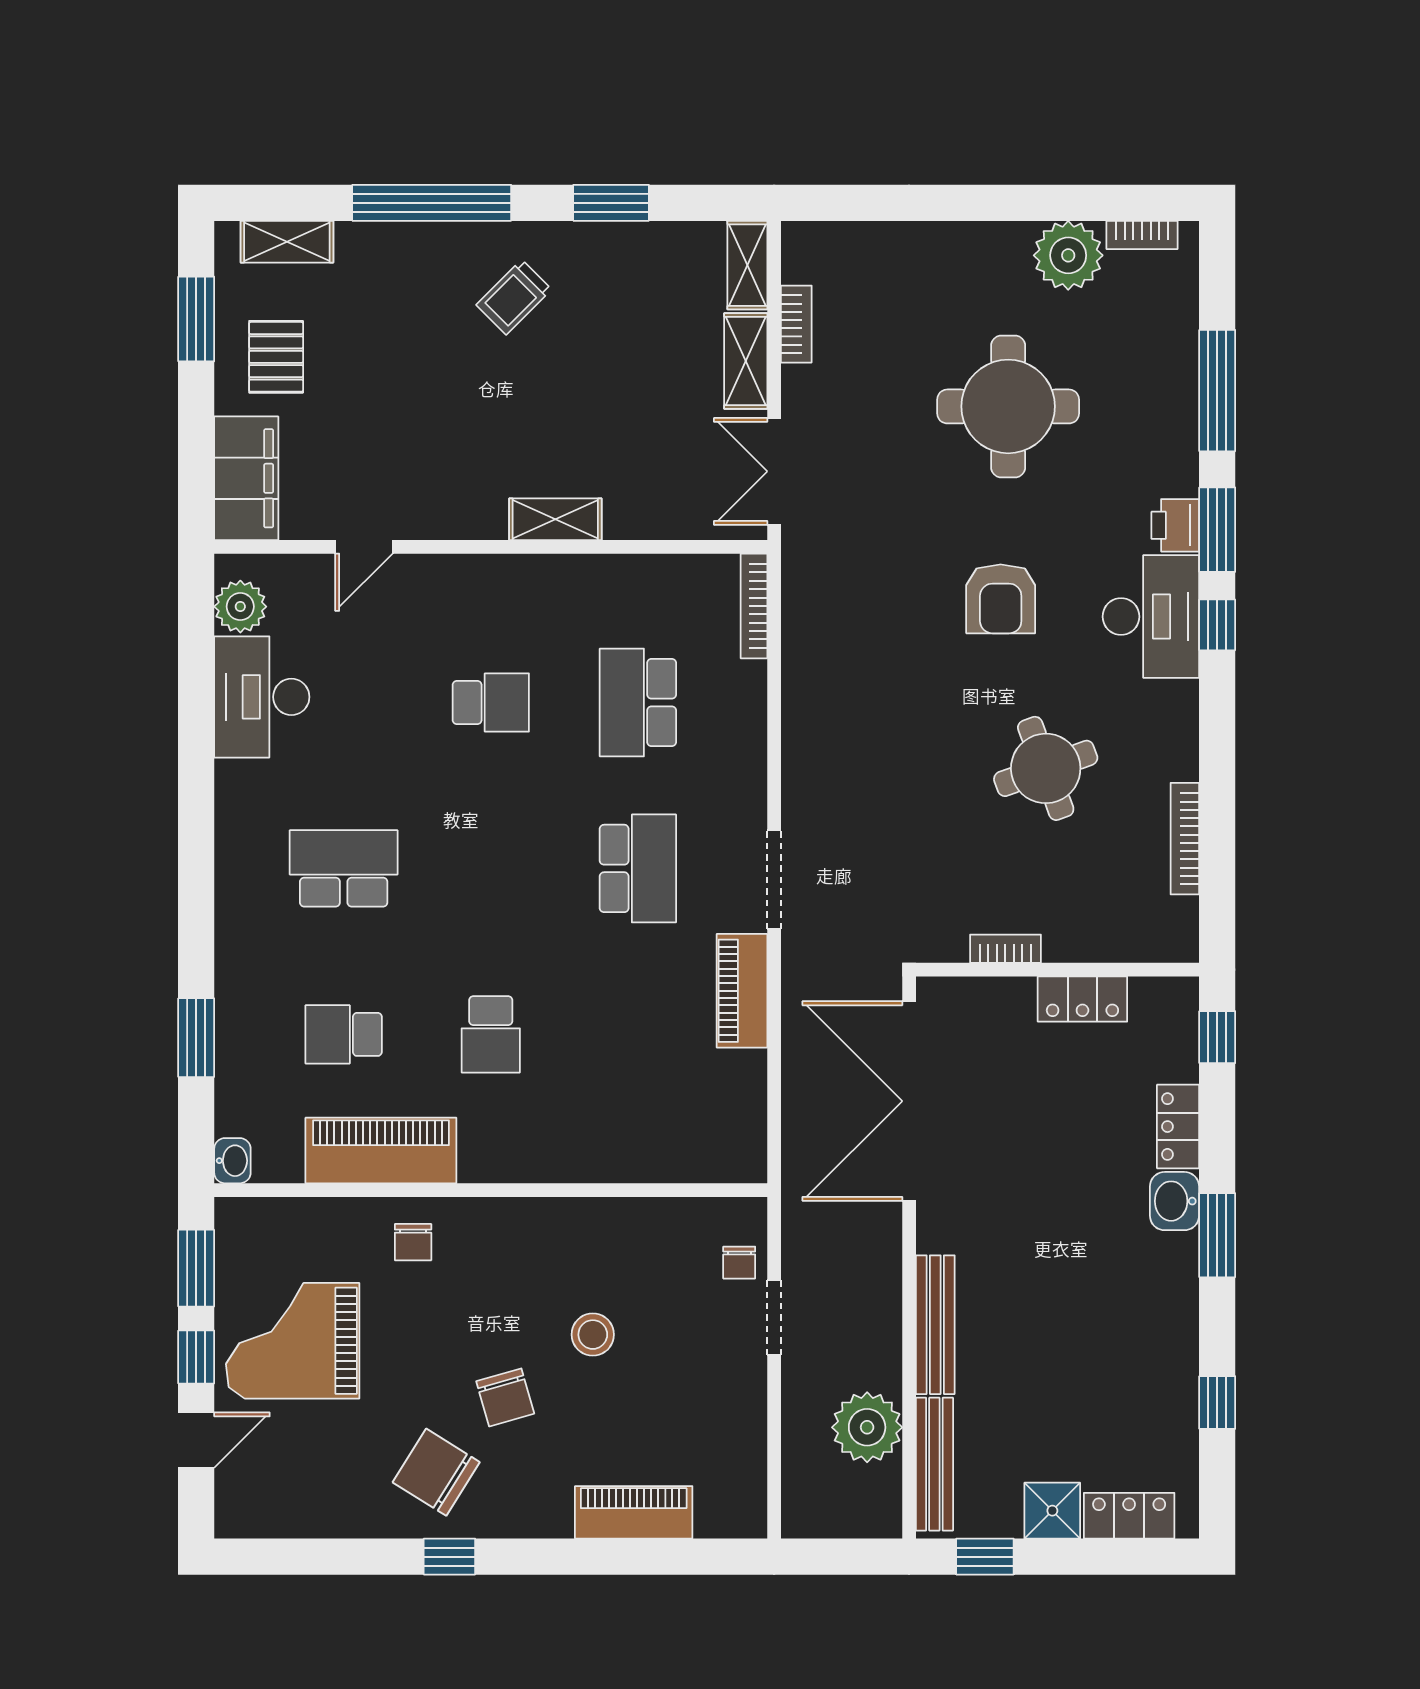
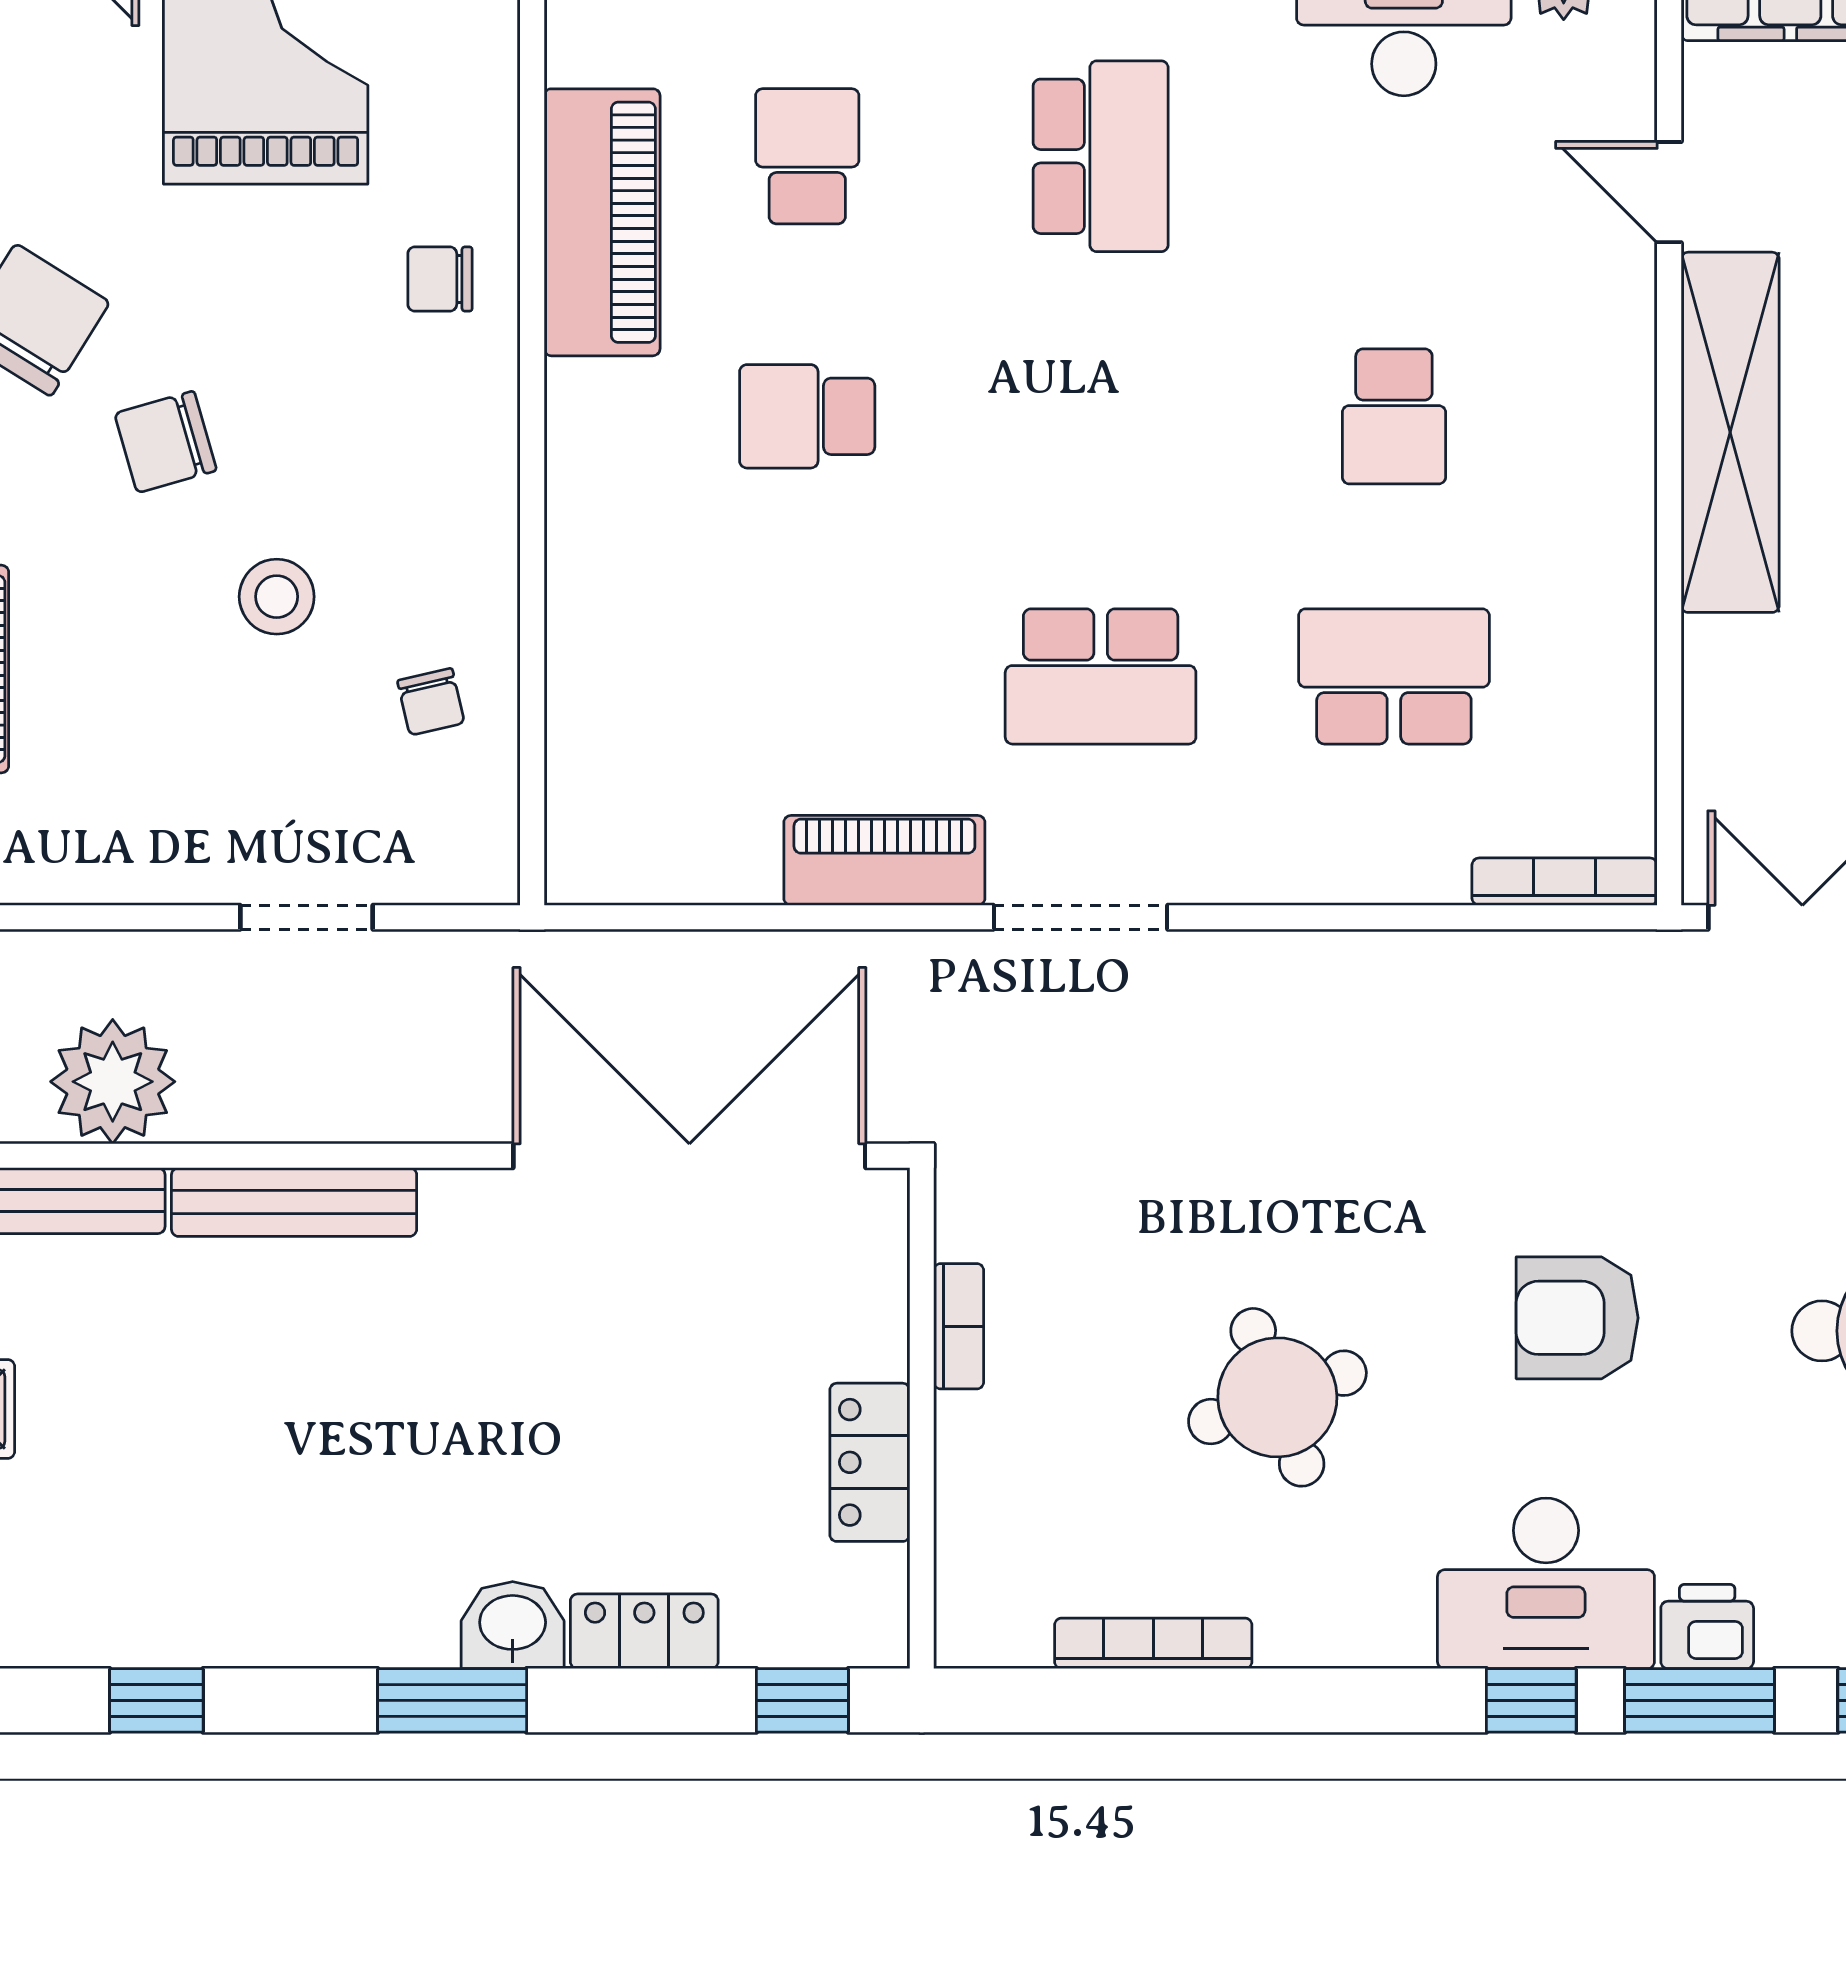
shelving: (555, 519) -> (1730, 432), width x2.20, depth x1.33
chair: (739, 1263) -> (431, 702), moved, turned -103

